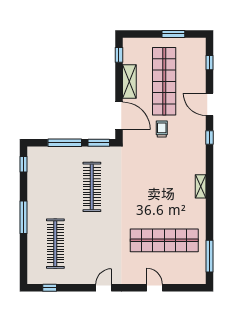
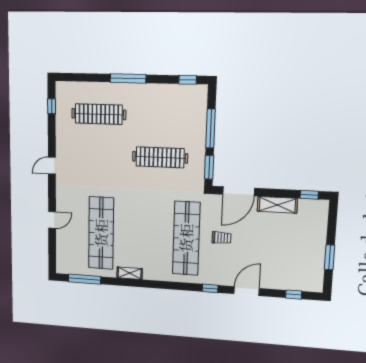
shop shelf: (164, 81) -> (186, 238), moved, turned 90
shelving: (201, 186) -> (130, 273), moved
door: (104, 288) -> (52, 166), swing flipped

